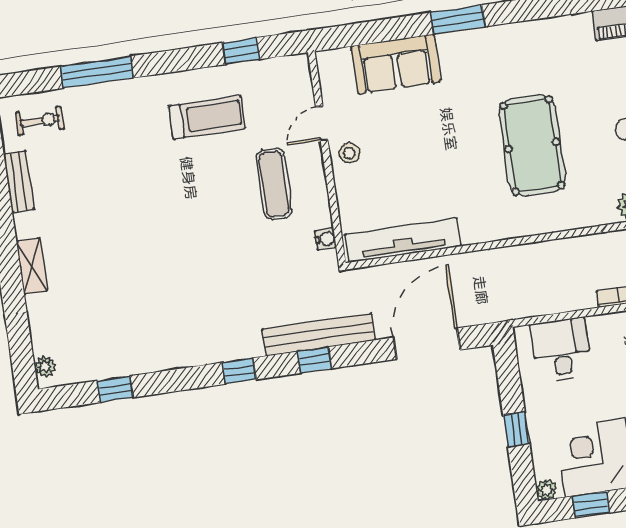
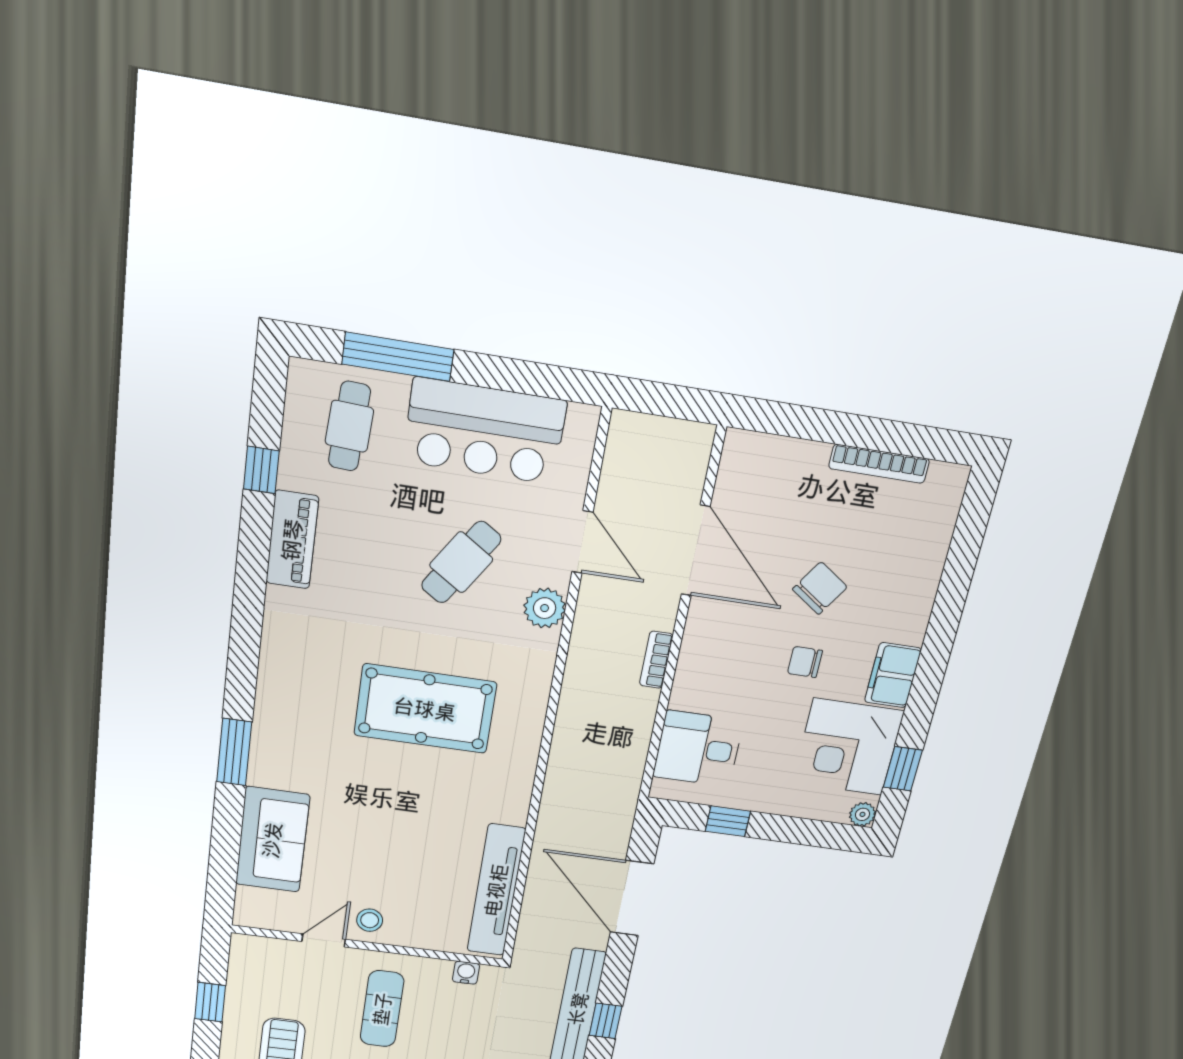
door: (322, 123) -> (324, 940), swing flipped
exercise mat: (274, 184) -> (382, 1009), turned 90
window: (516, 429) -> (728, 821), moved

